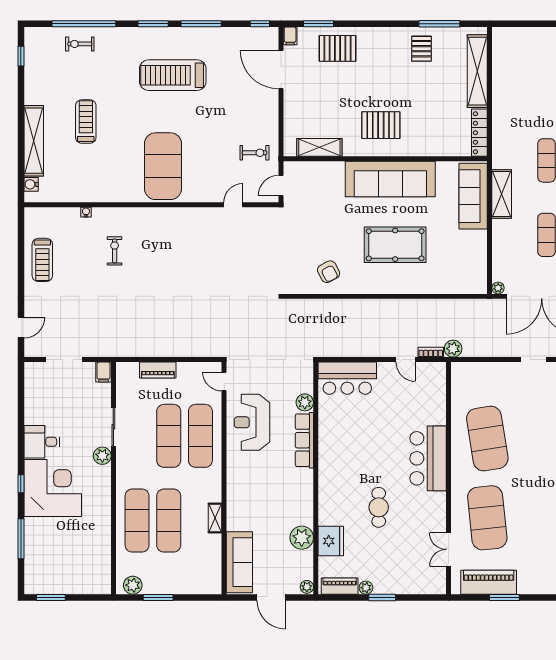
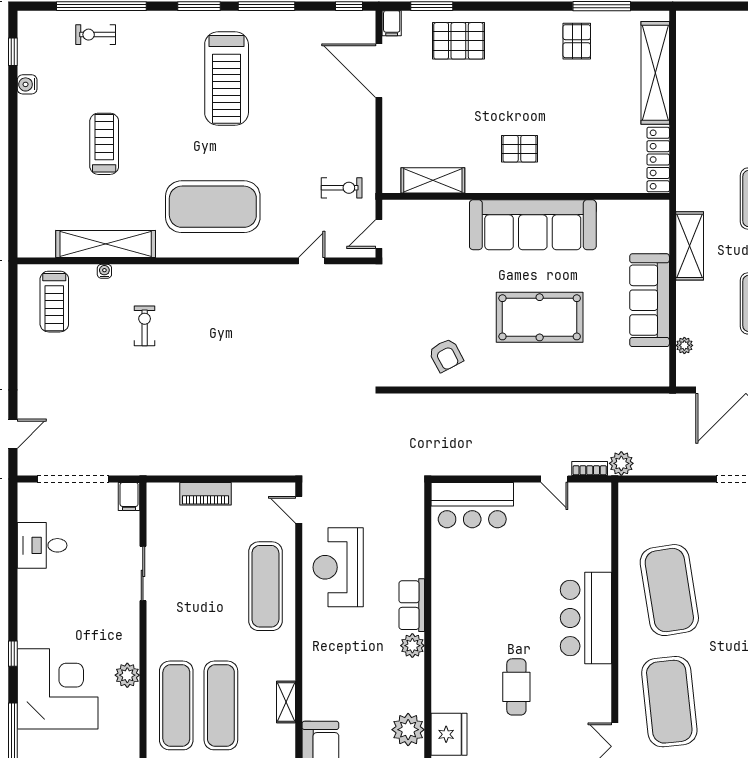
treadmill: (173, 75) -> (227, 79), turned -90
pallet: (381, 125) -> (520, 149), width x0.67, depth x0.71
shelving: (34, 141) -> (106, 244), moved, turned 90
exercise mat: (163, 166) -> (213, 207), turned 90
water cooler: (31, 184) -> (27, 84), moved
sofa: (473, 196) -> (650, 300), moved
treadmill: (42, 260) -> (54, 302), moved
plant: (498, 288) -> (684, 345), moved
doorway: (64, 360) -> (73, 479), width x1.36
plant: (305, 402) -> (412, 646), moved
exercise mat: (169, 436) -> (221, 586), removed
row of seats: (304, 440) -> (412, 605), width x0.68
desk: (42, 442) -> (42, 545), moved
plant: (102, 456) -> (127, 675), moved
corner desk: (53, 488) -> (58, 689), moved

